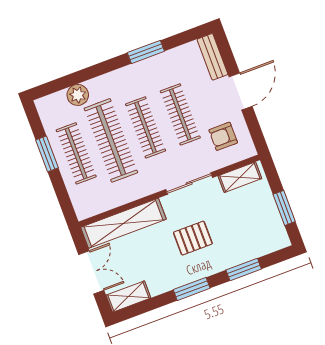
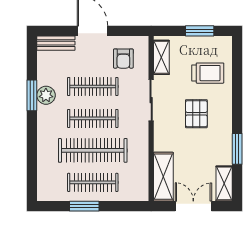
plant: (78, 95) -> (46, 95), moved
shelving: (123, 223) -> (163, 177), width x0.68
trolley: (242, 234) -> (208, 73), added
window: (244, 269) -> (237, 82), removed
window: (192, 289) -> (237, 149), moved

